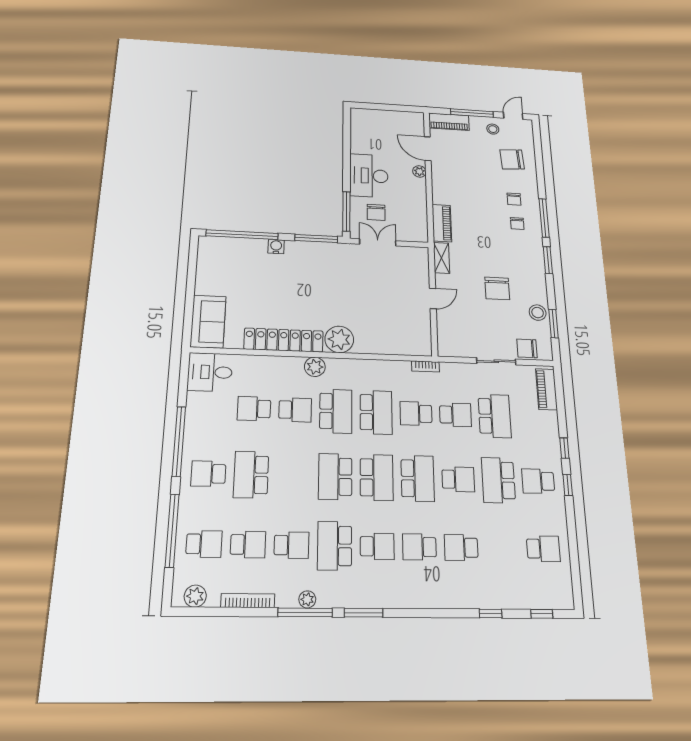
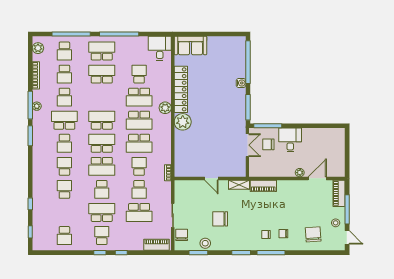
desk: (369, 176) -> (290, 140), width x0.73
school desk: (295, 410) -> (139, 97), width x1.85
school desk: (208, 474) -> (102, 51), width x1.85
school desk: (377, 477) -> (102, 143), turned 180

